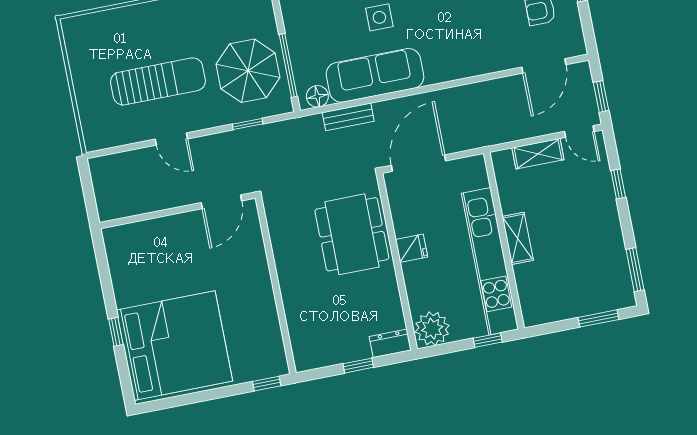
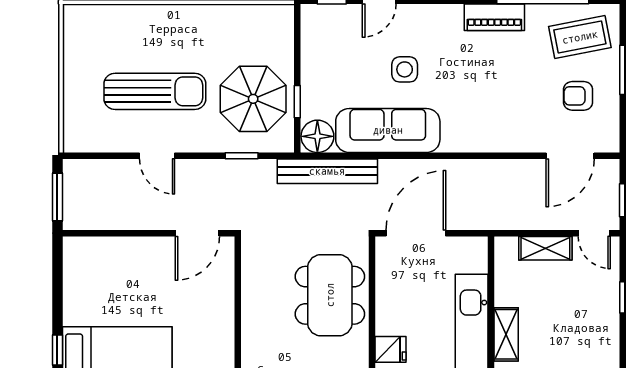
window: (288, 65) -> (297, 102), width x0.46
floor lamp: (317, 96) -> (317, 136), width x1.38, depth x1.38
bench: (348, 117) -> (327, 171), width x1.86, depth x1.21
window: (89, 194) -> (57, 197), added
fridge: (412, 248) -> (391, 349), moved

